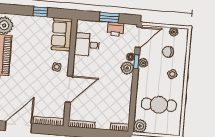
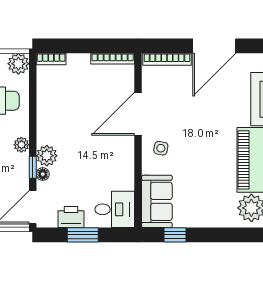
window: (40, 12) -> (175, 235), moved
desk: (87, 45) -> (115, 209), moved
plant: (143, 63) -> (21, 145), moved

